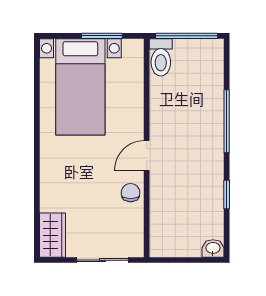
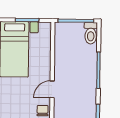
toilet: (161, 57) -> (91, 33), moved

